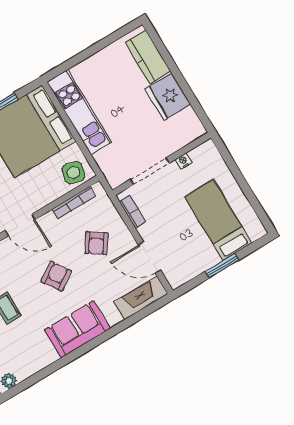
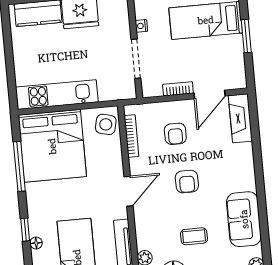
bookcase: (132, 212) -> (178, 89), moved
armchair: (96, 243) -> (175, 134), turned 56
armchair: (56, 276) -> (187, 182), turned -146
sofa: (77, 329) -> (244, 219), moved

